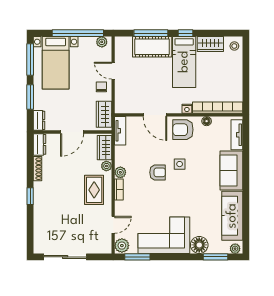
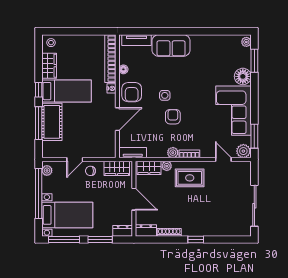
sofa: (232, 216) -> (215, 45), removed

